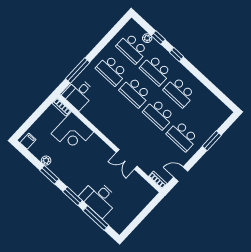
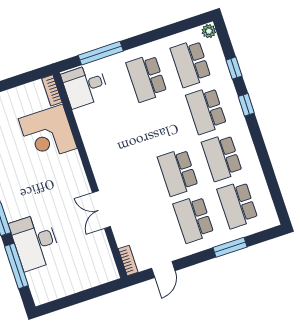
plant: (147, 38) -> (209, 31), moved
school desk: (135, 92) -> (238, 205), moved
door: (181, 174) -> (163, 269), swing flipped

